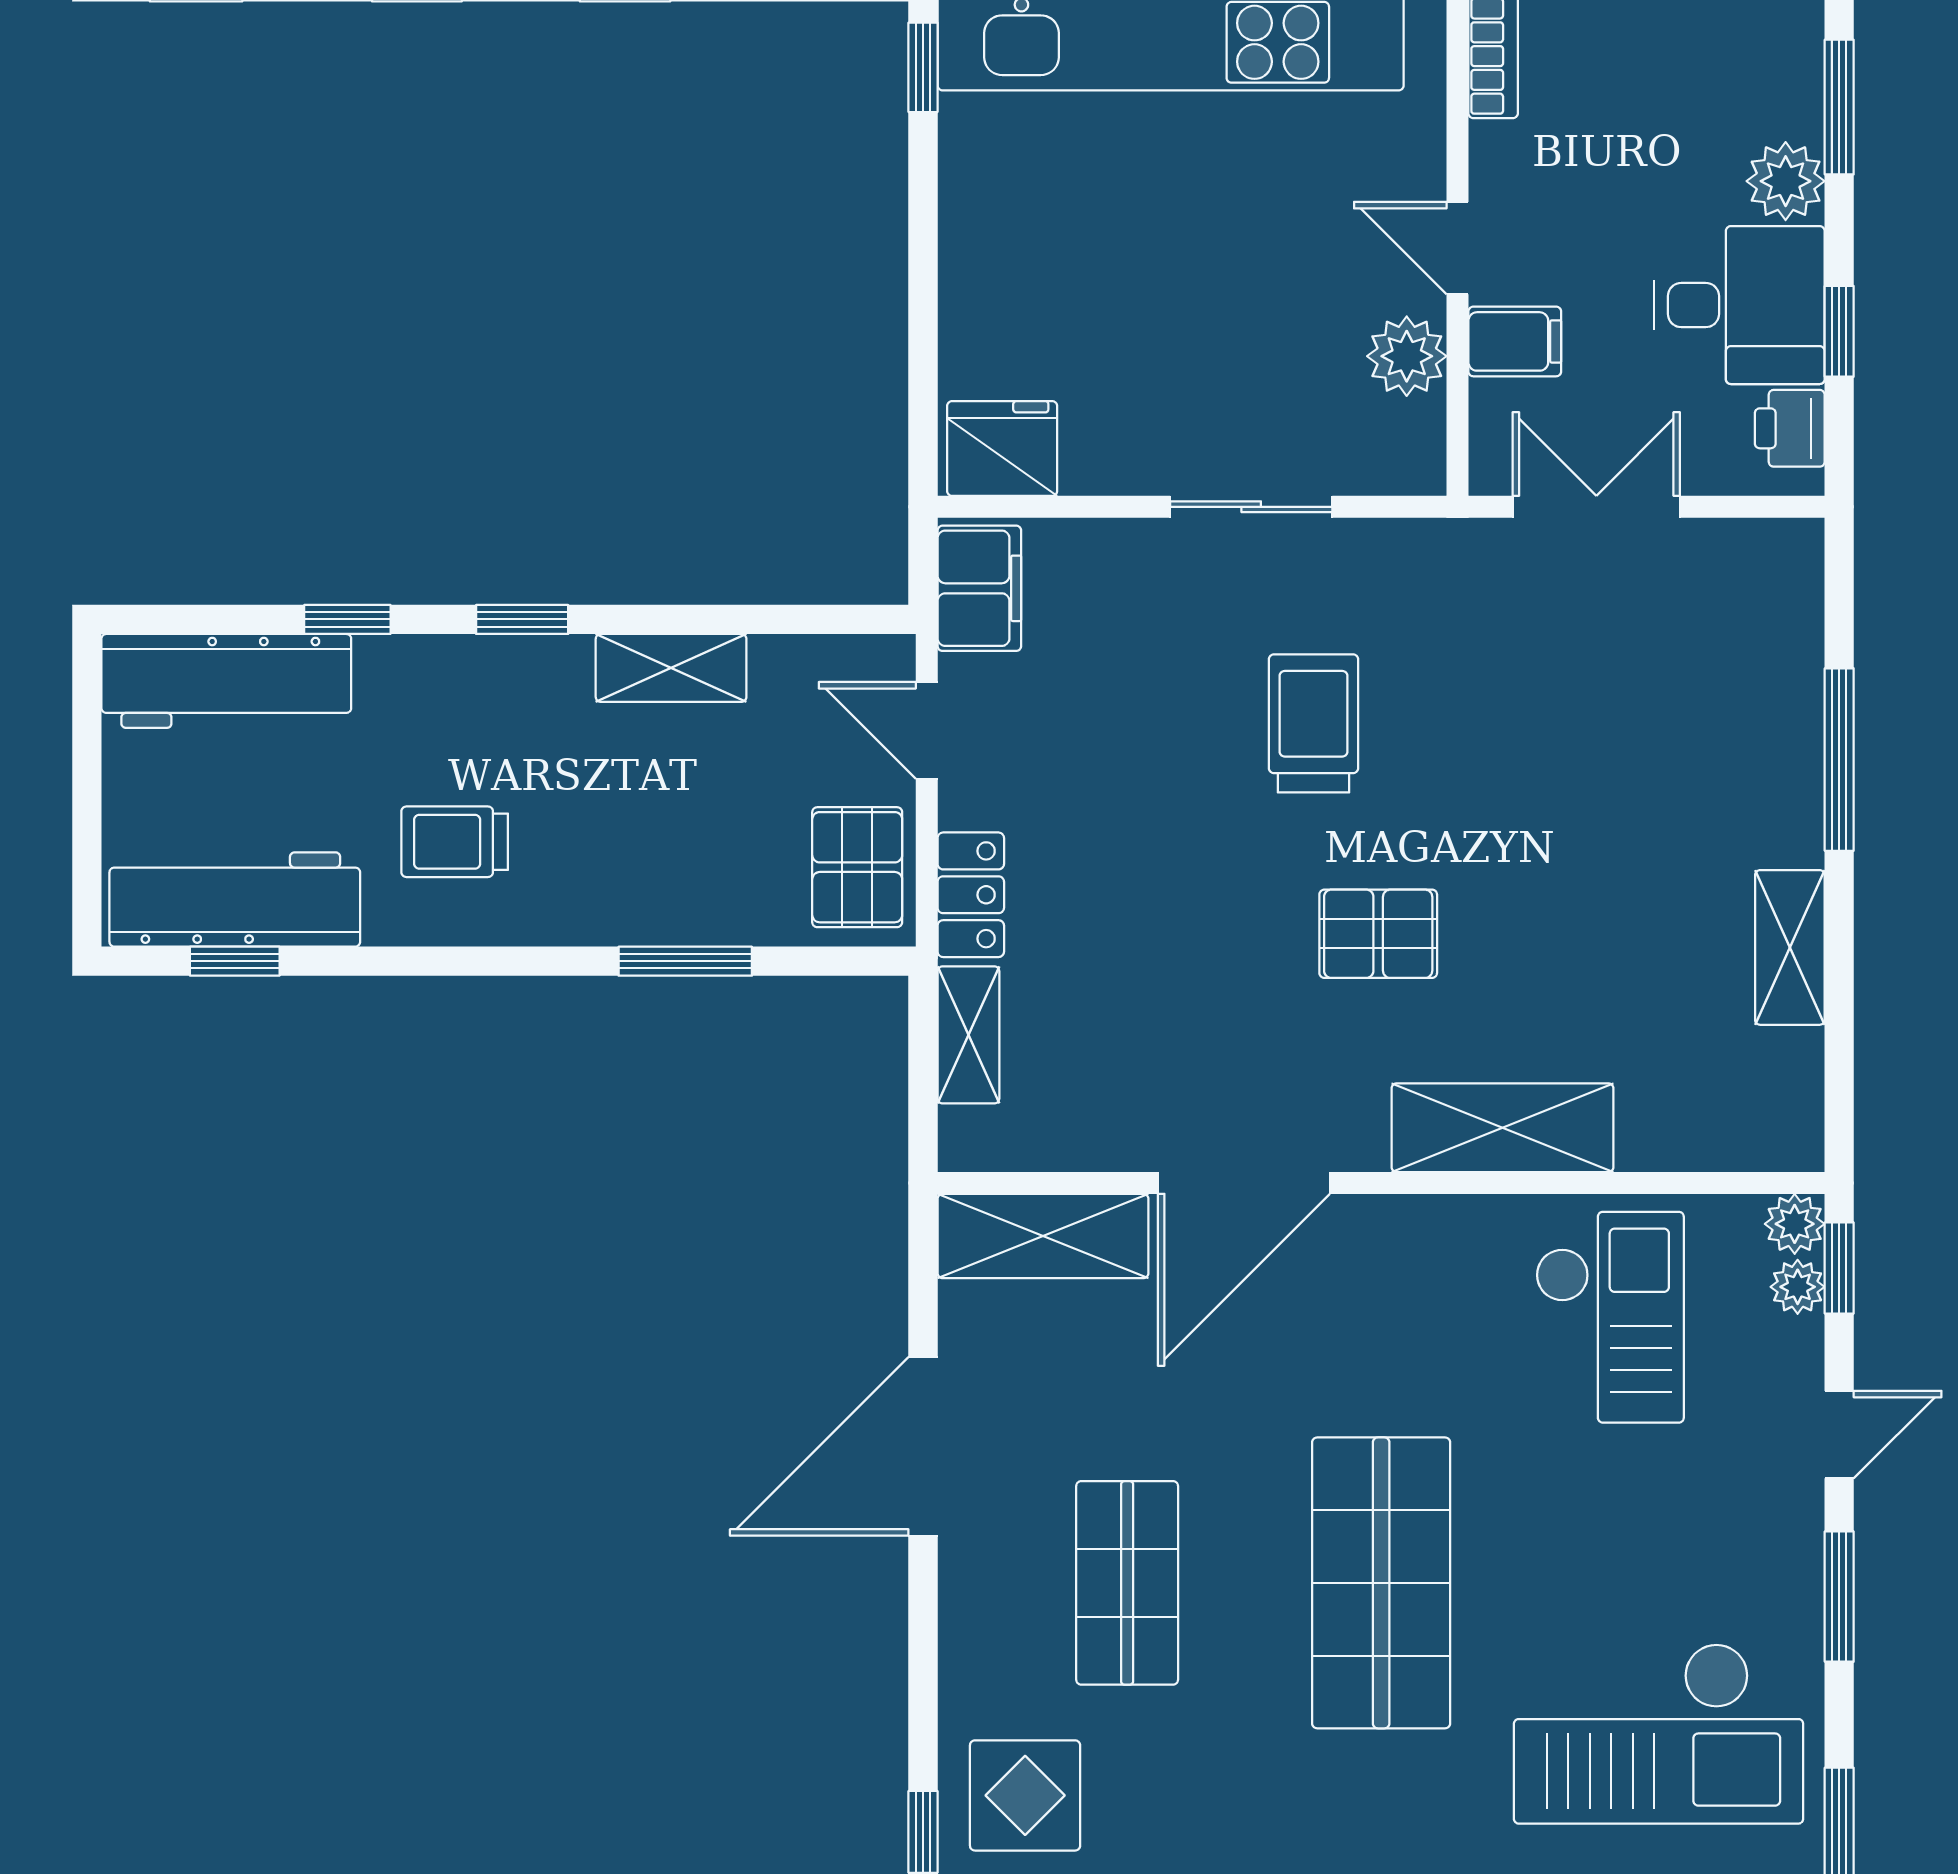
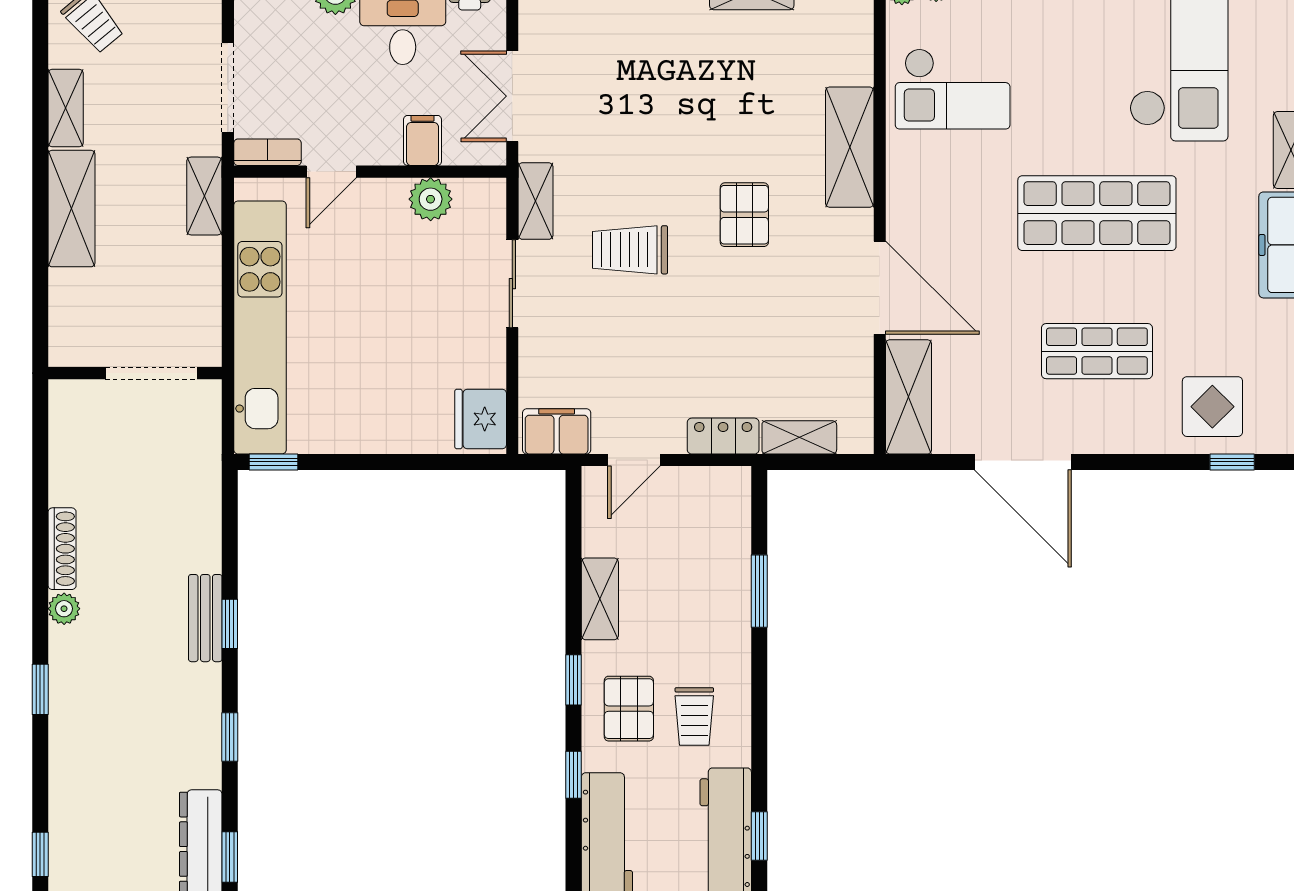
door: (1457, 248) -> (331, 172), moved
shelving: (1403, 549) -> (536, 201), added
pallet: (857, 867) -> (629, 709), moved, turned 90
checkout: (1610, 1317) -> (953, 89), turned 180

